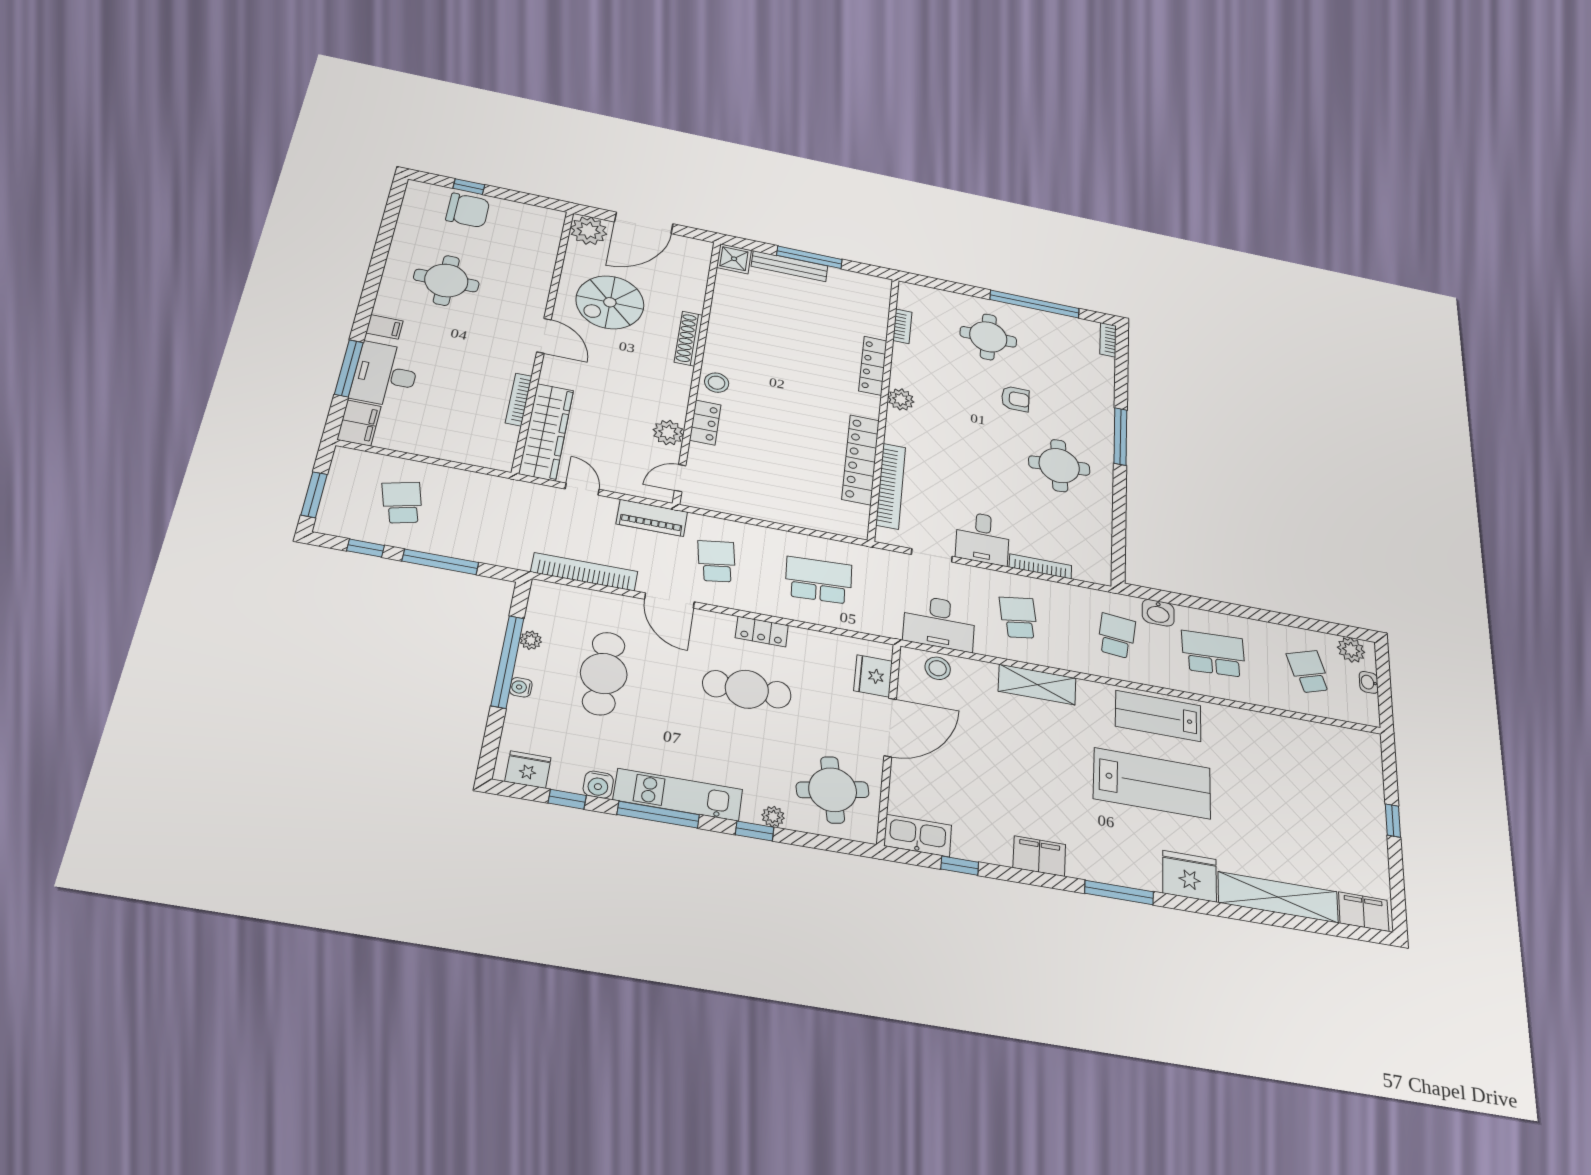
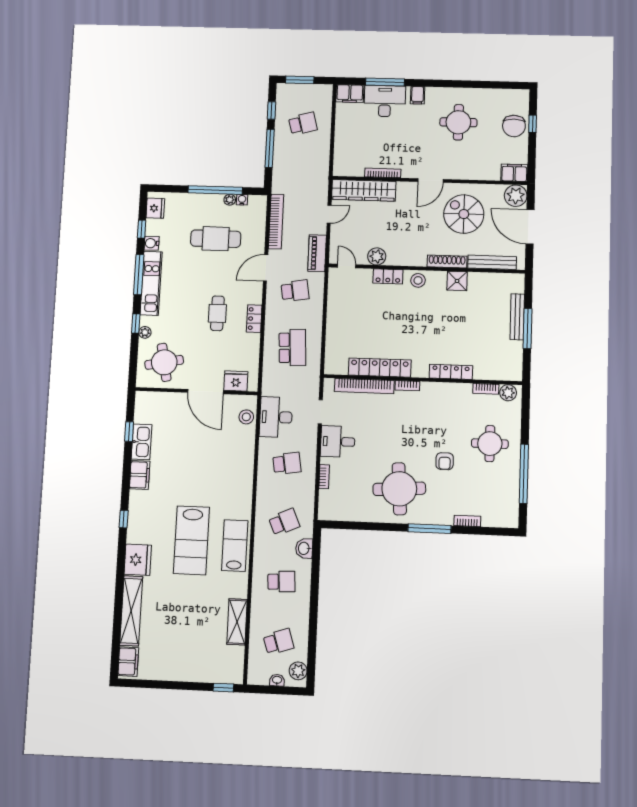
filing cabinet: (549, 225) -> (514, 173), added
shower: (734, 259) -> (457, 281), moved
bench: (697, 281) -> (492, 262), added
bookcase: (1108, 340) -> (467, 521), moved
plant: (901, 399) -> (508, 393), moved
bookcase: (893, 427) -> (407, 386), added
round table: (1059, 466) -> (399, 489), width x1.36, depth x1.36
bookcase: (1040, 566) -> (324, 477), width x0.64
school desk: (1117, 636) -> (284, 522), turned -30
school desk: (1213, 654) -> (281, 582), width x0.54
shelving: (1037, 685) -> (237, 622), moved
water cooler: (521, 687) -> (242, 200), moved
cafe table: (747, 689) -> (217, 313), width x0.73, depth x0.74
window: (1393, 821) -> (223, 688), moved
kitchen sink: (918, 836) -> (142, 442), moved
window: (1119, 893) -> (124, 519), width x0.46

